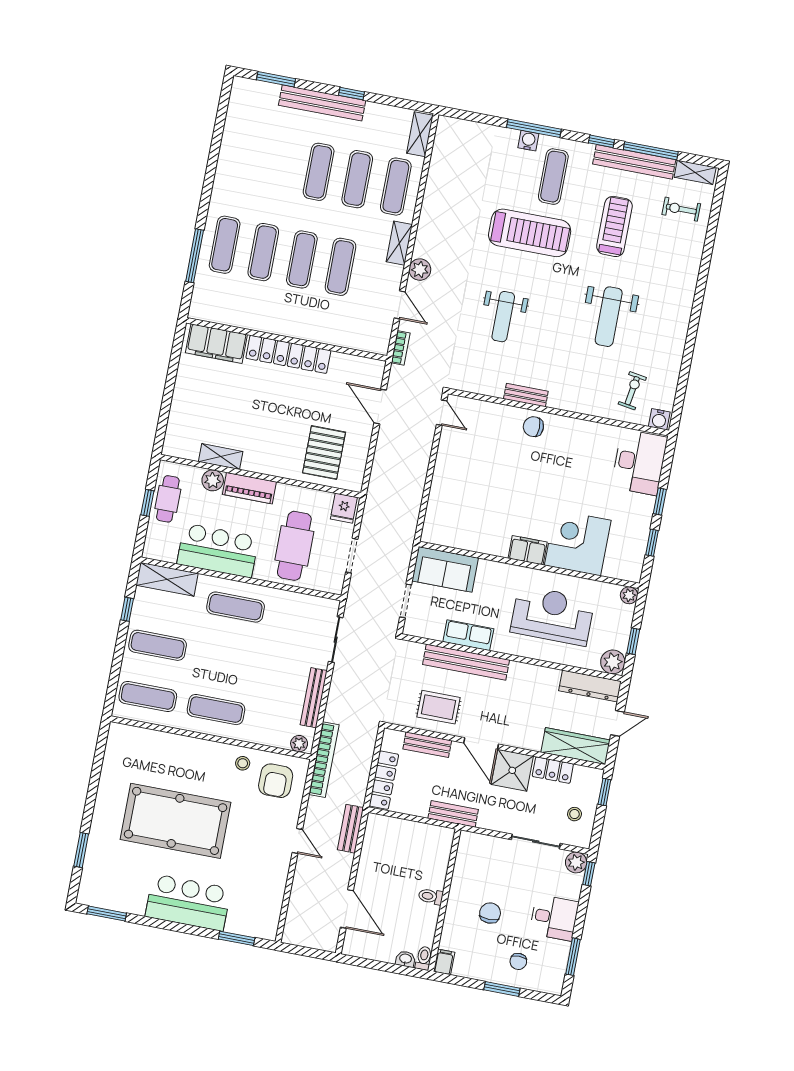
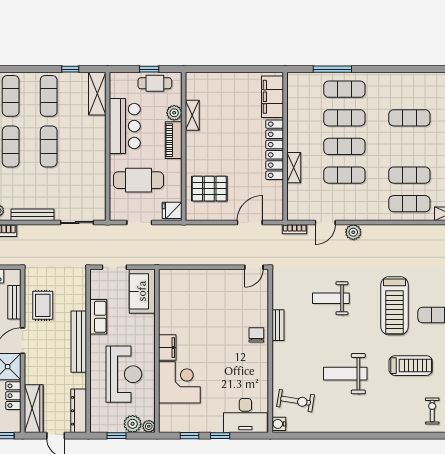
exercise mat: (319, 172) -> (409, 118), moved
shelving: (399, 243) -> (294, 168), moved, turned 90
exercise bike: (632, 391) -> (296, 401), width x1.38, depth x1.39
exercise mat: (236, 607) -> (49, 146), moved
bench: (466, 662) -> (79, 342), moved
plant: (613, 662) -> (133, 424), moved

